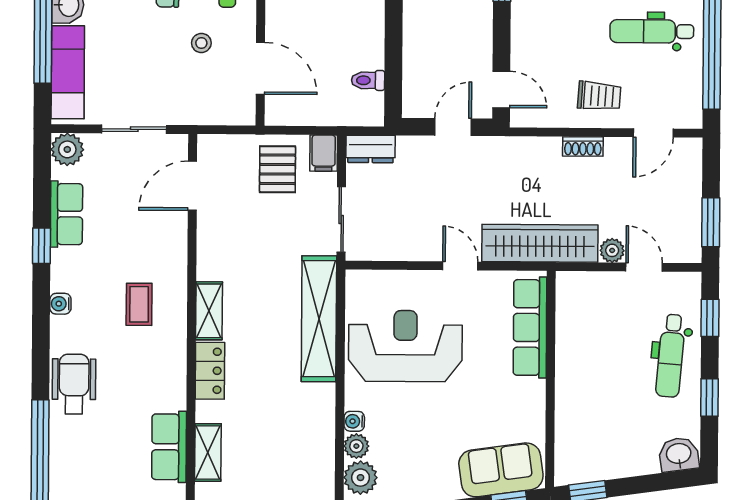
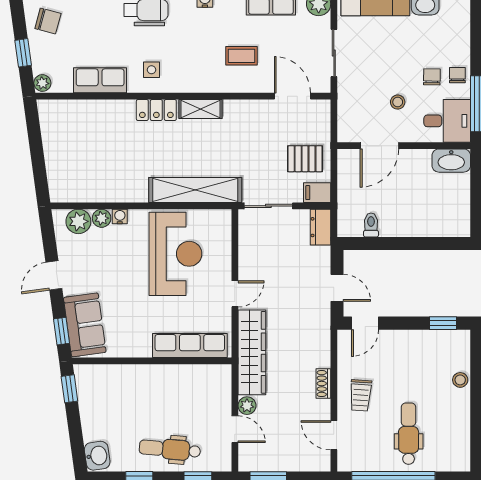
door: (644, 267) -> (235, 429), hinge flipped
coffee table: (139, 304) -> (241, 56), moved
side table: (155, 377) -> (151, 70), added
shelving: (208, 453) -> (96, 109), removed

